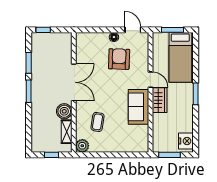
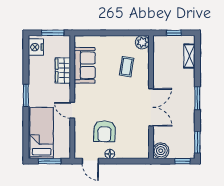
window: (29, 63) -> (197, 142), moved
double door: (74, 82) -> (151, 107), swing flipped
wardrobe: (160, 100) -> (63, 71), moved
sofa: (138, 107) -> (85, 65), moved
boiler: (64, 111) -> (161, 151), moved
shelving: (67, 132) -> (189, 56), moved

